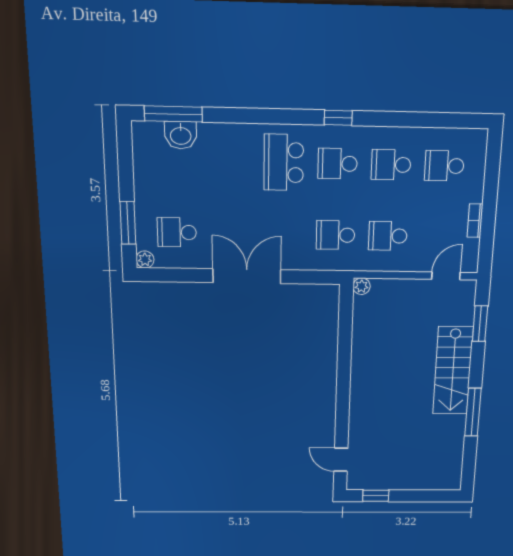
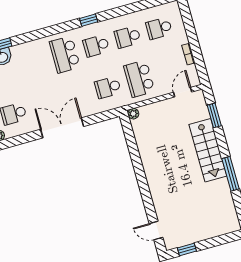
school desk: (388, 236) -> (139, 79), width x1.85

